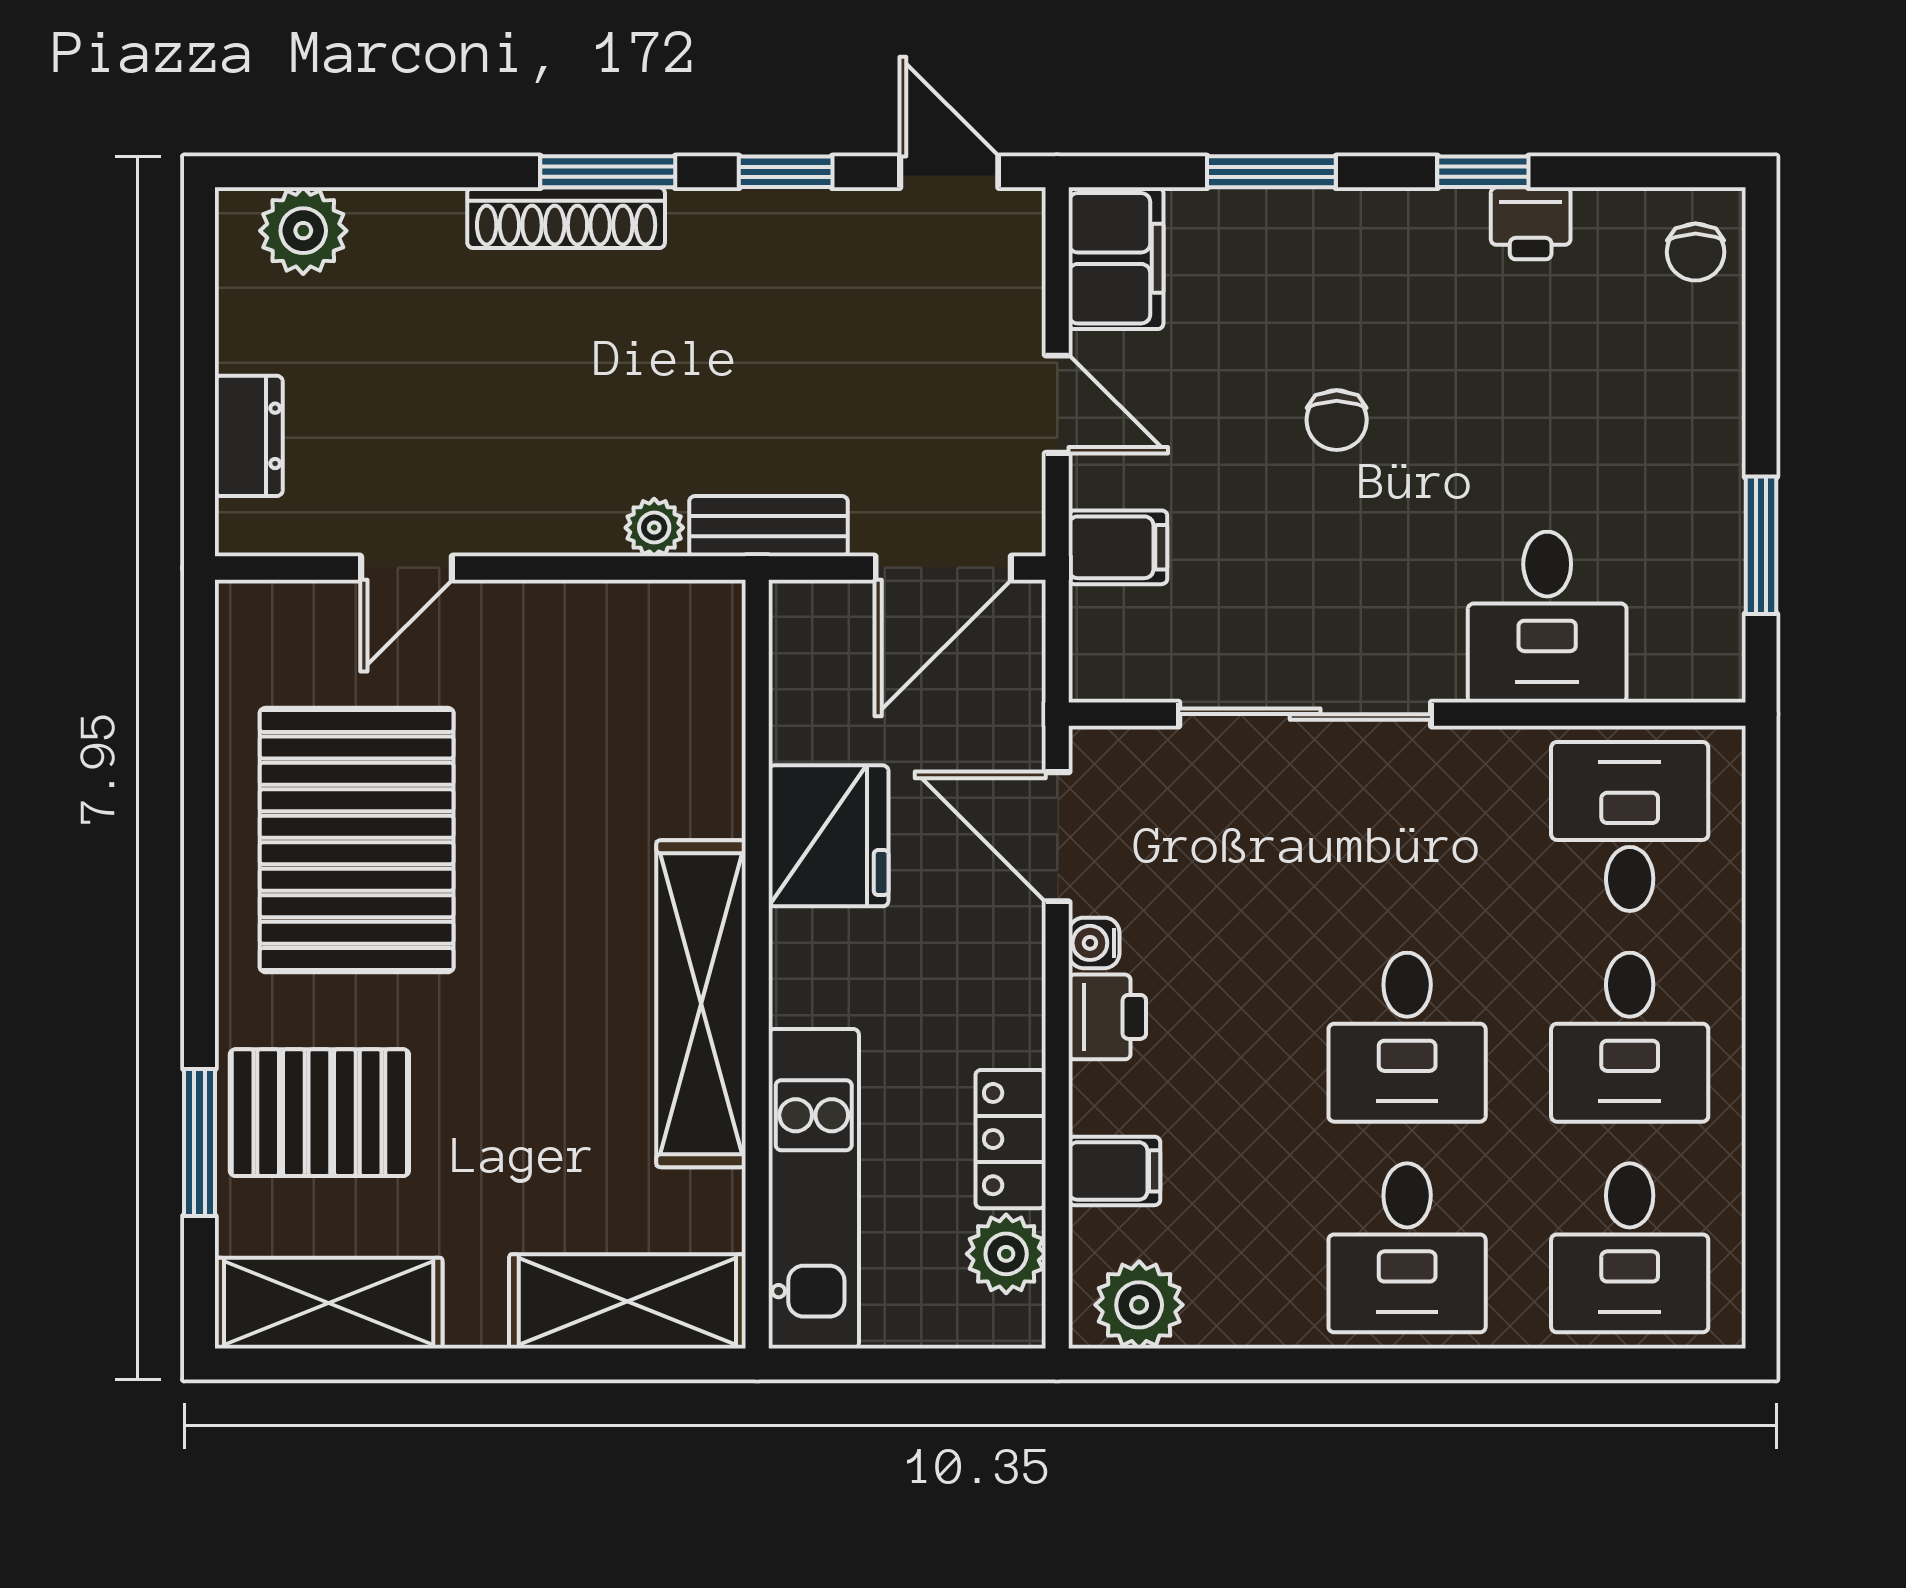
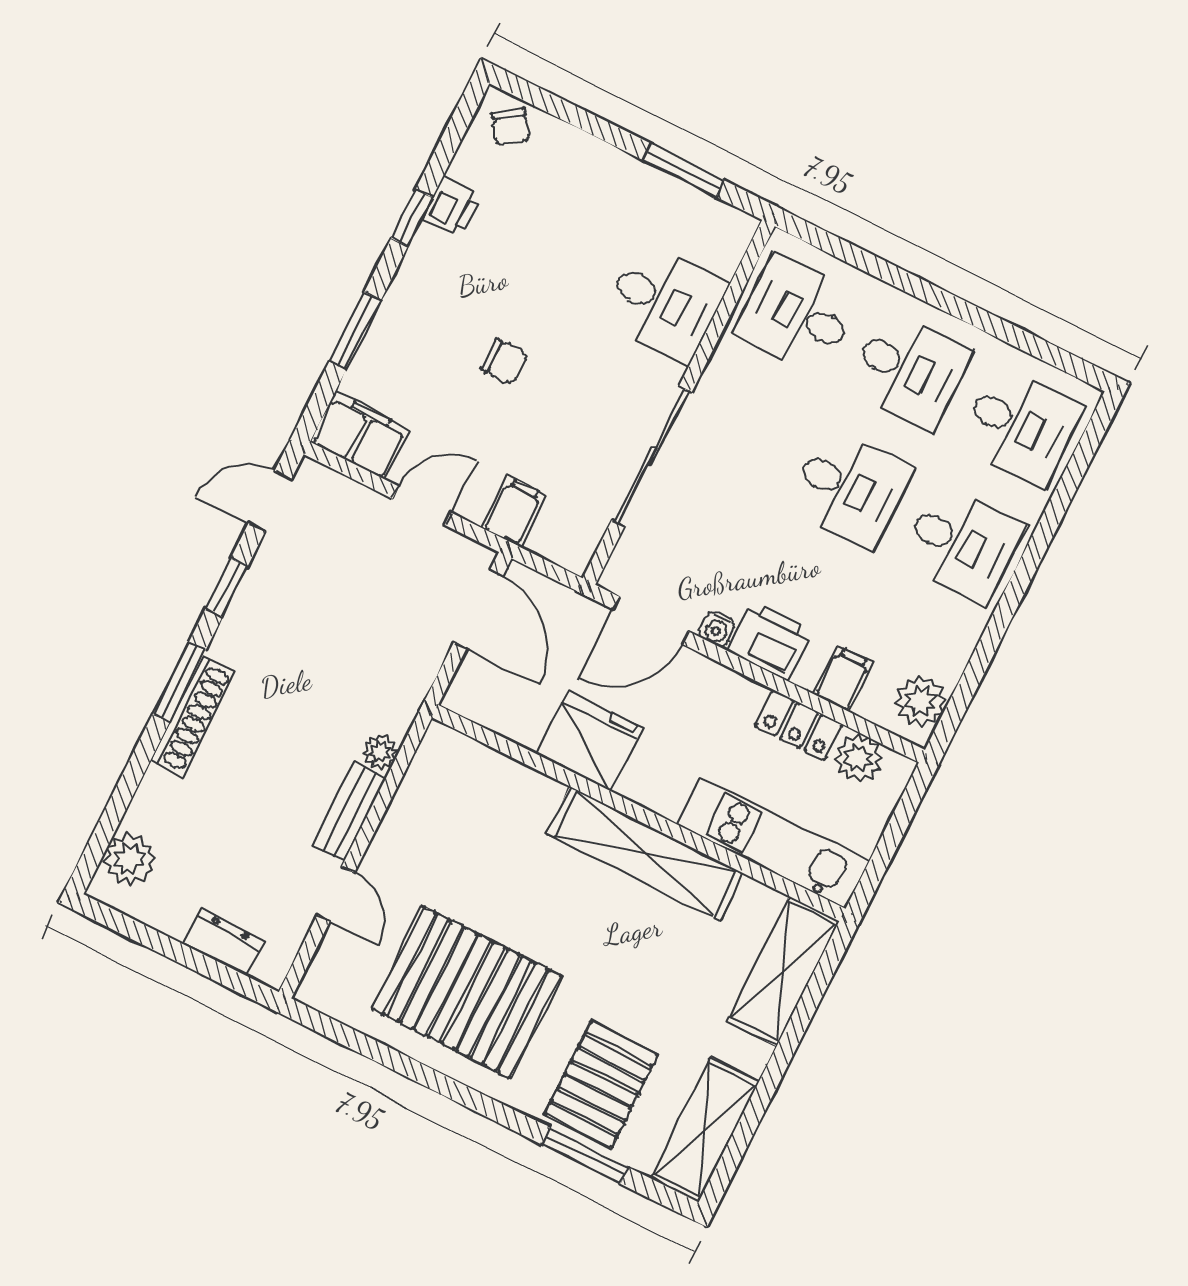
chair: (1696, 252) -> (510, 127), turned 55
bench: (768, 526) -> (349, 812), moved
printer: (1107, 1017) -> (770, 641), width x1.36, depth x1.24

